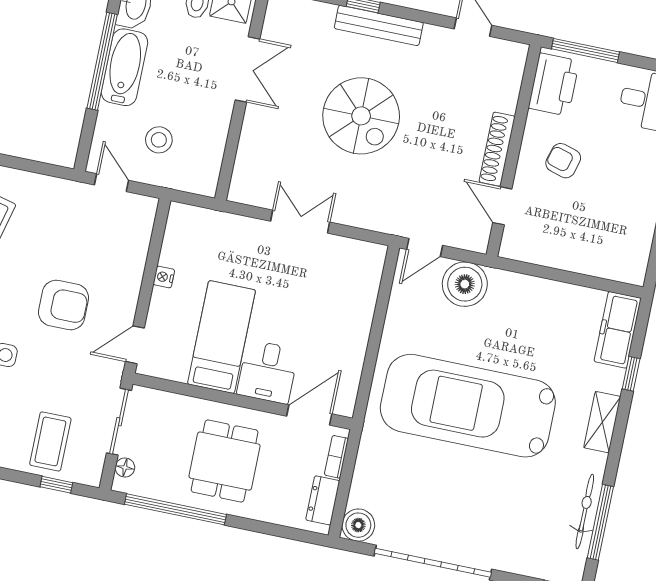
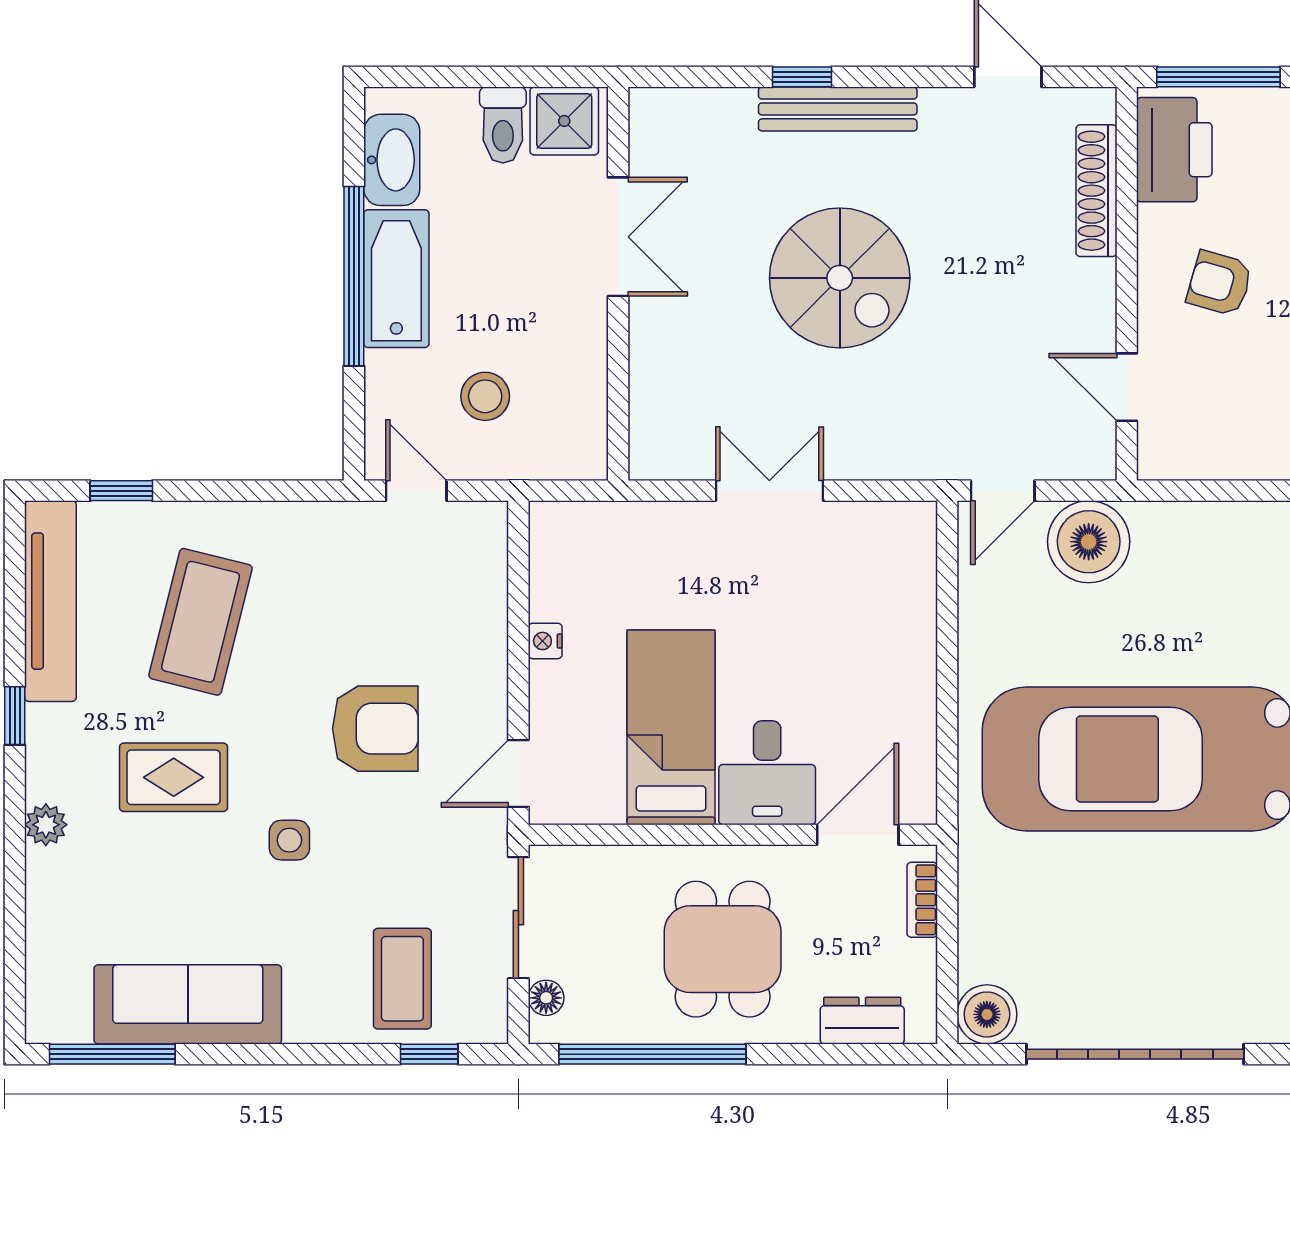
shoe rack: (497, 149) -> (1096, 191), moved
dresser: (323, 500) -> (862, 1021), moved, turned 90

